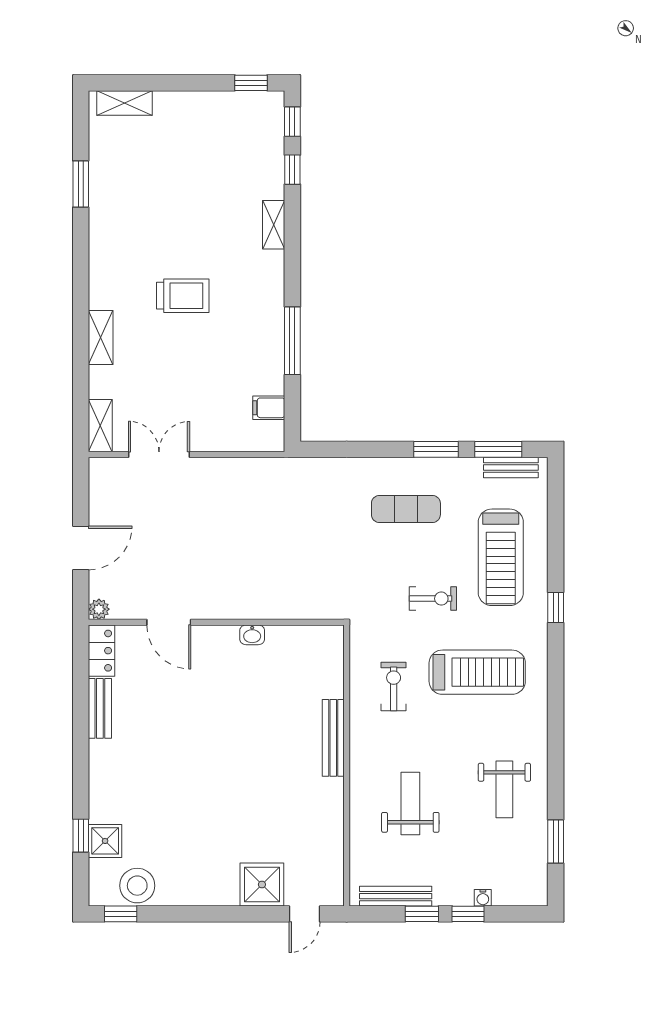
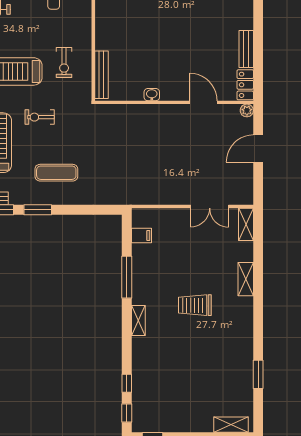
shelving: (274, 225) -> (138, 320), moved
bench: (333, 738) -> (101, 75), moved

